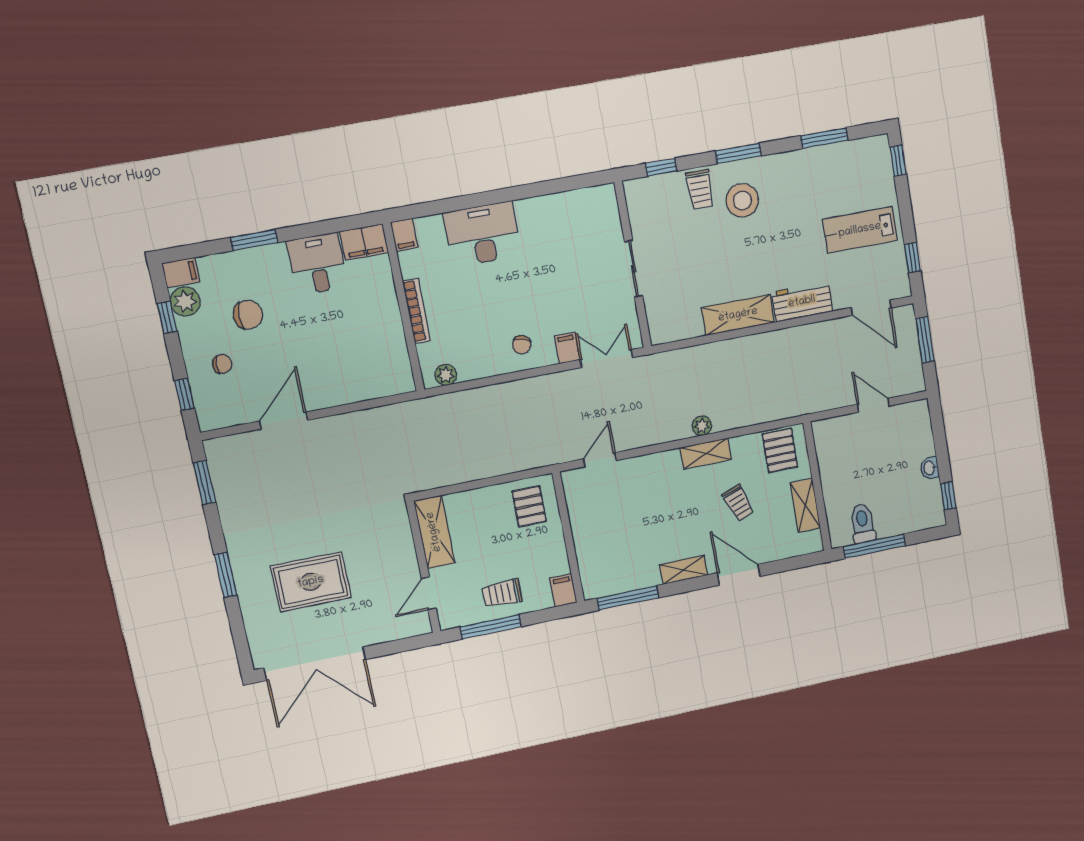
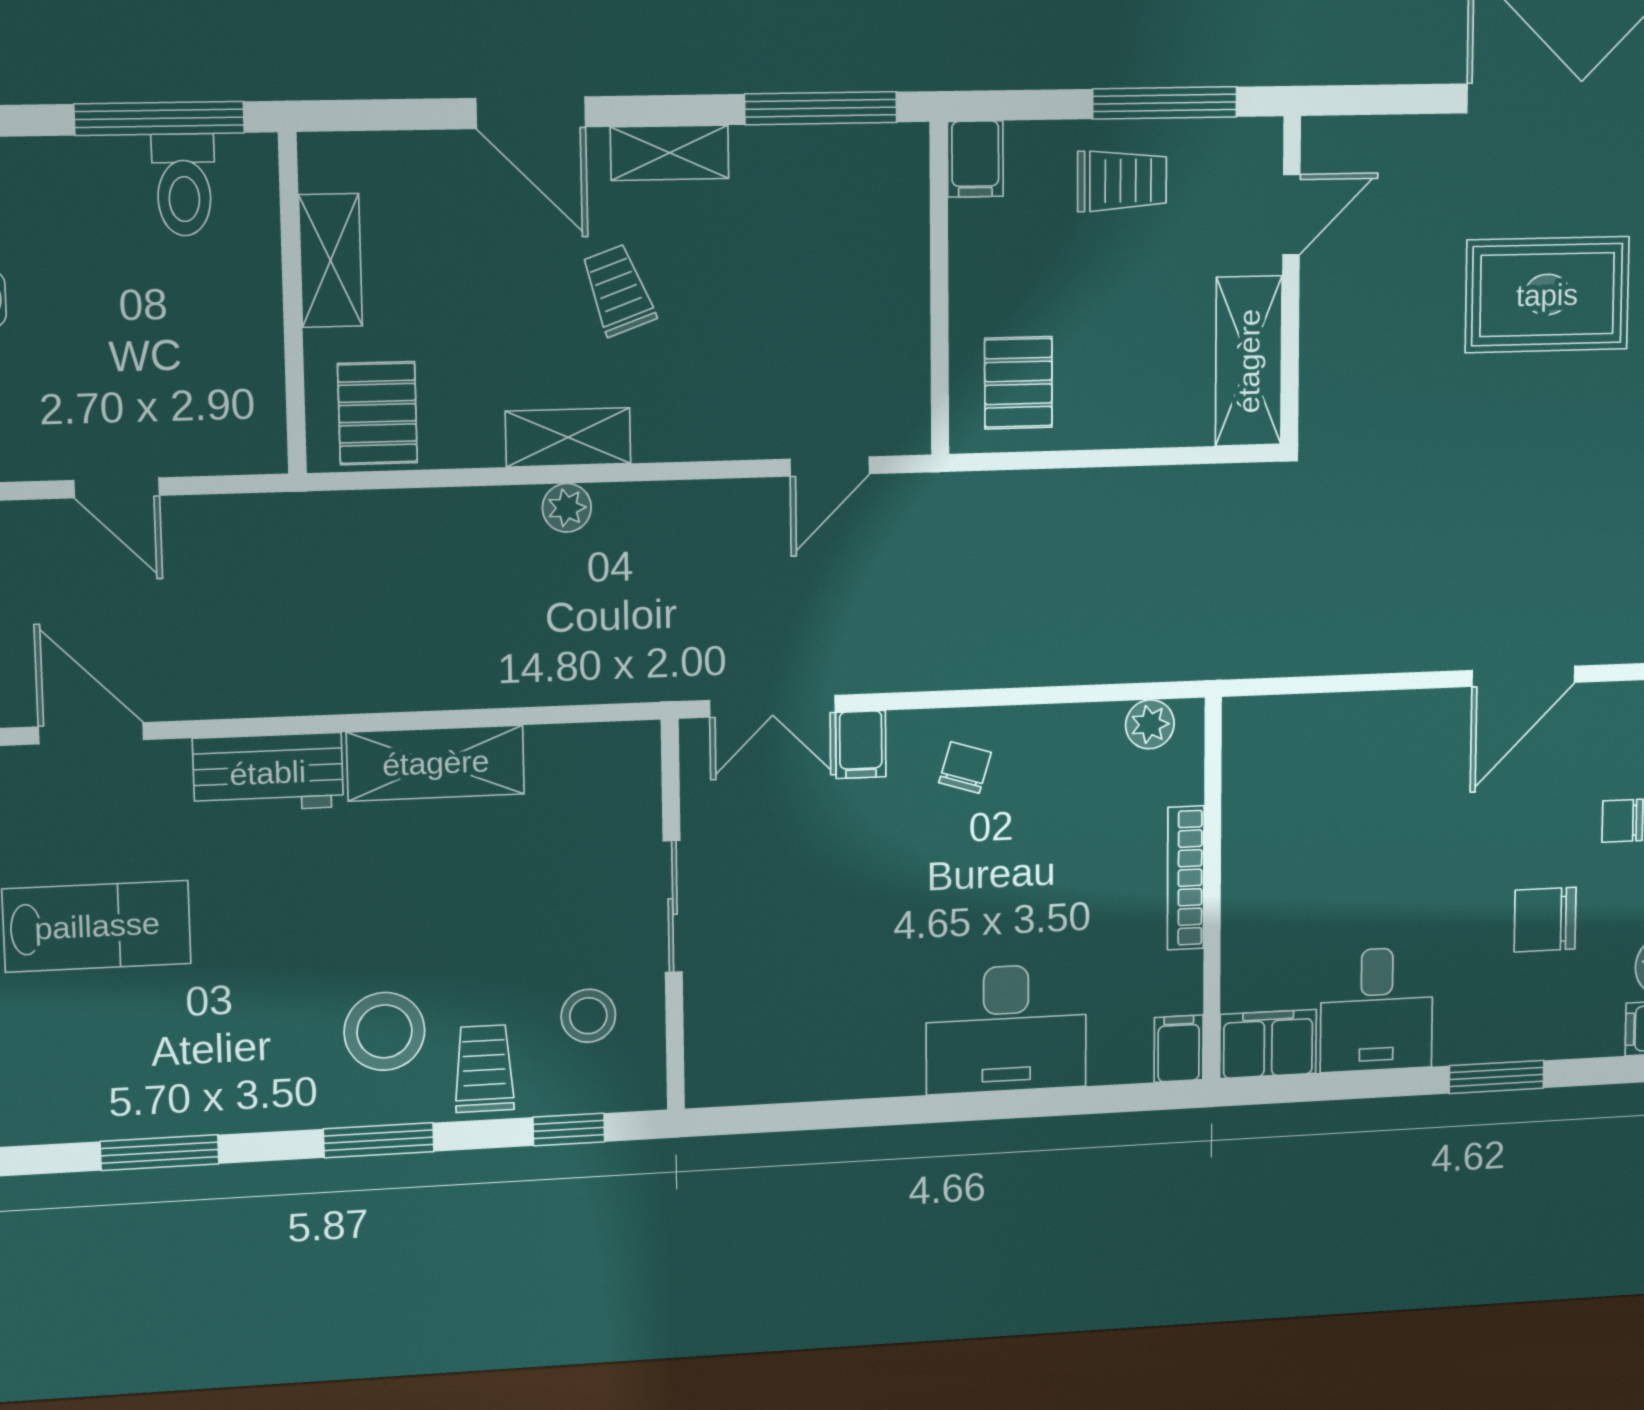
stool: (661, 217) -> (588, 1016), added
trolley: (738, 503) -> (618, 290), moved

